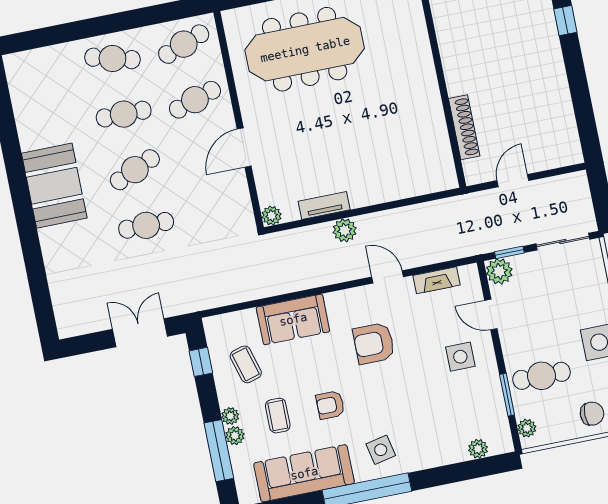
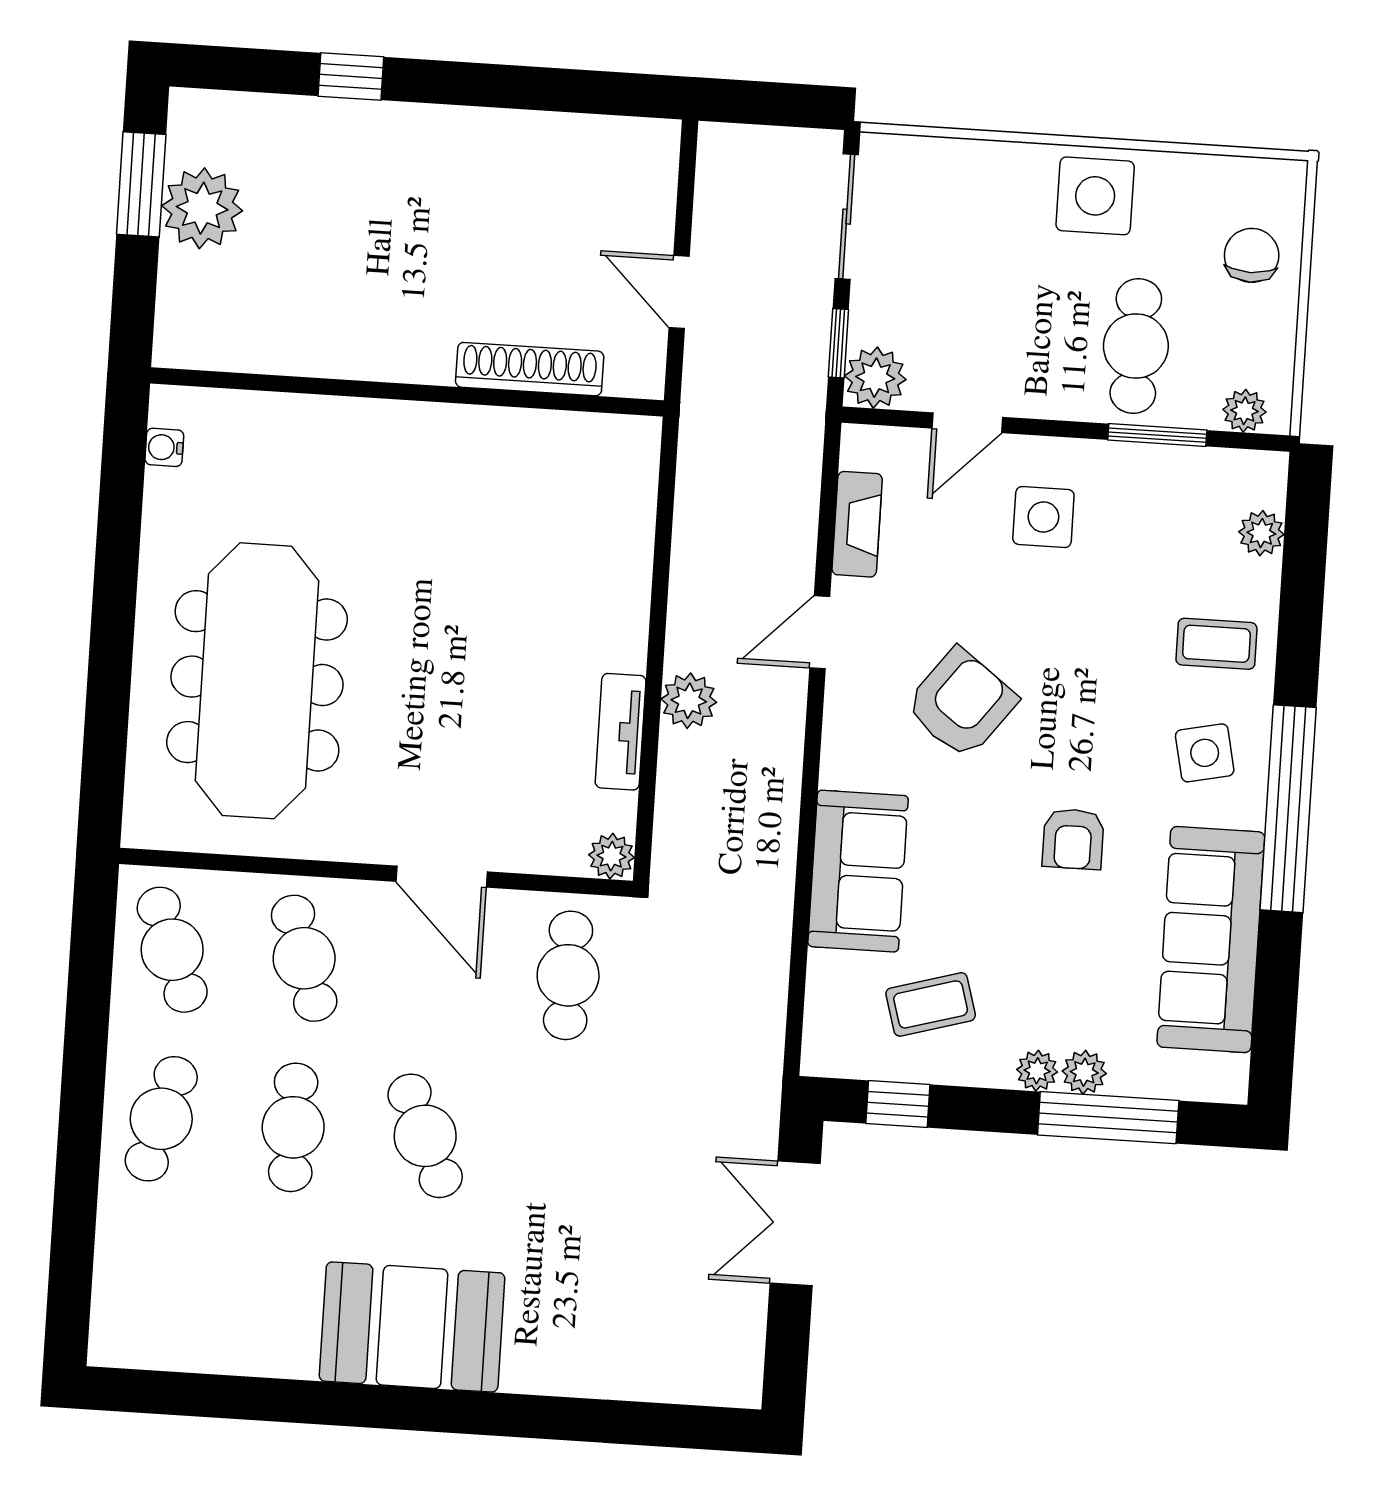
cafe table: (146, 225) -> (568, 975), moved
armchair: (374, 343) -> (961, 703), turned -143
coffee table: (278, 416) -> (1216, 644), moved

